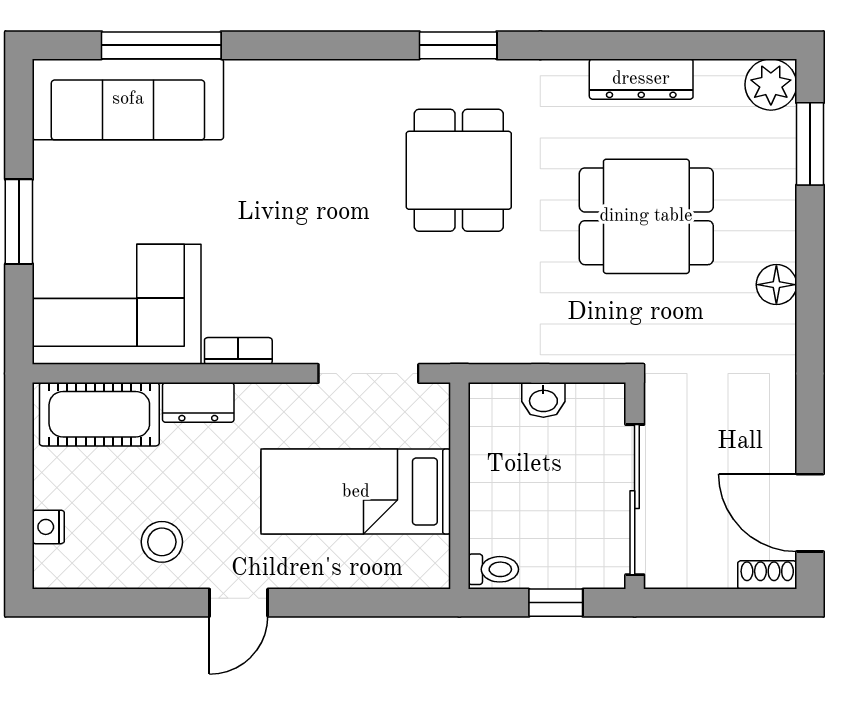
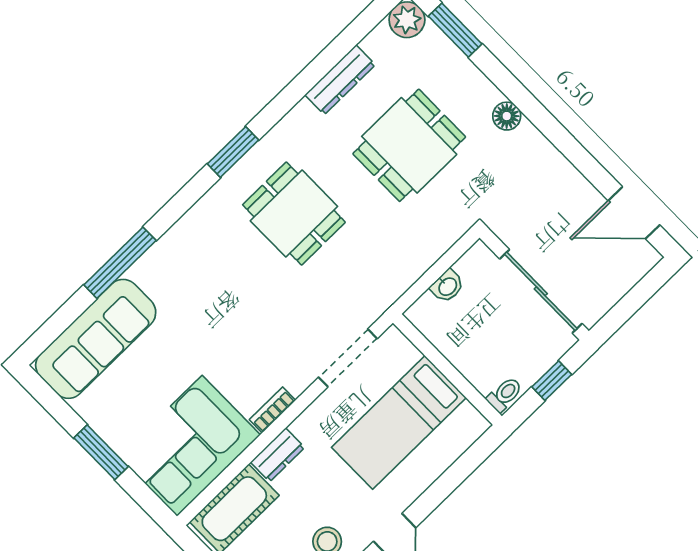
window: (161, 45) -> (120, 263), moved
shoe rack: (767, 575) -> (643, 264), removed

